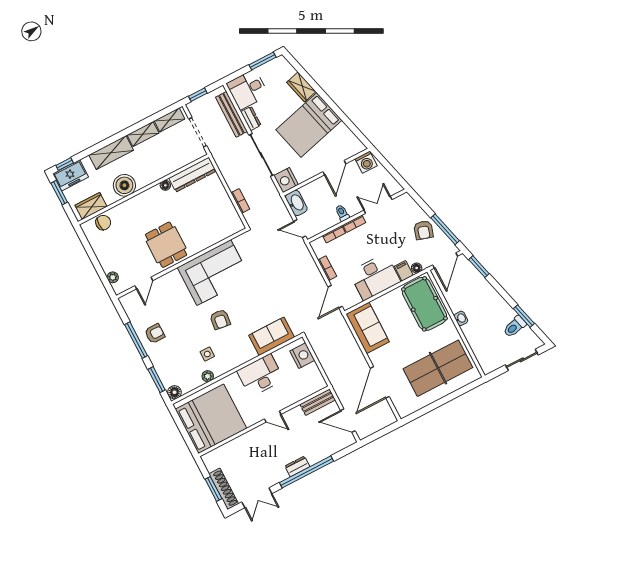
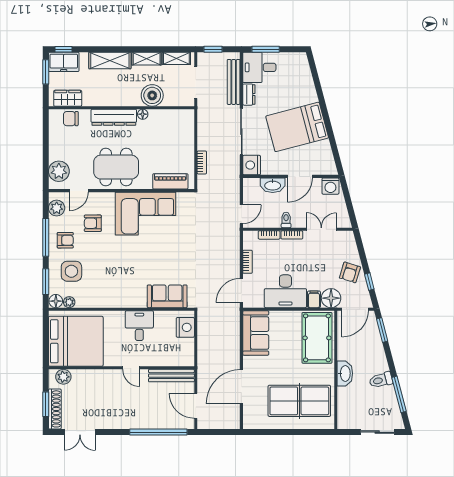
window: (263, 61) -> (266, 49), moved
wardrobe: (301, 87) -> (308, 90), removed
dresser: (192, 175) -> (114, 117), moved
boiler: (124, 185) -> (152, 95), moved
washbasin: (296, 203) -> (273, 185), moved, turned 90
chair: (103, 223) -> (71, 119), turned 180
door: (300, 229) -> (241, 214), swing flipped
window: (445, 229) -> (369, 282), width x0.46
piano: (221, 232) -> (170, 181), added
dining table: (166, 245) -> (116, 167), width x1.38
floor lamp: (417, 268) -> (331, 298), width x1.89, depth x1.89
plant: (113, 277) -> (59, 171), width x1.88, depth x1.88
plant: (132, 309) -> (57, 208), added
window: (524, 316) -> (399, 394), width x1.44
washbasin: (461, 318) -> (345, 373), width x1.91, depth x1.45
armchair: (220, 319) -> (93, 223), moved, turned 83
toilet: (515, 327) -> (381, 380), moved
side table: (207, 354) -> (71, 271), moved, width x1.87, depth x1.87
desk: (260, 375) -> (139, 326), width x0.73
plant: (208, 376) -> (69, 302), moved
bench: (318, 402) -> (171, 376), width x1.36
plant: (216, 456) -> (63, 377), added
dresser: (297, 466) -> (130, 423), removed
window: (307, 472) -> (158, 432), moved

